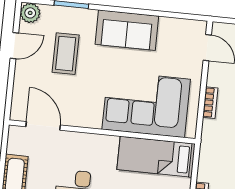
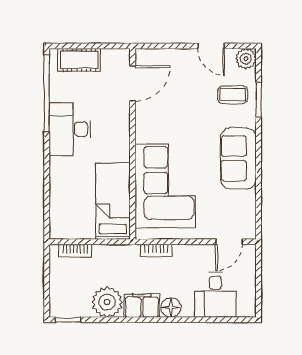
coffee table: (66, 54) -> (233, 95), moved, width x0.73, depth x0.77
bookcase: (210, 103) -> (156, 251), moved

